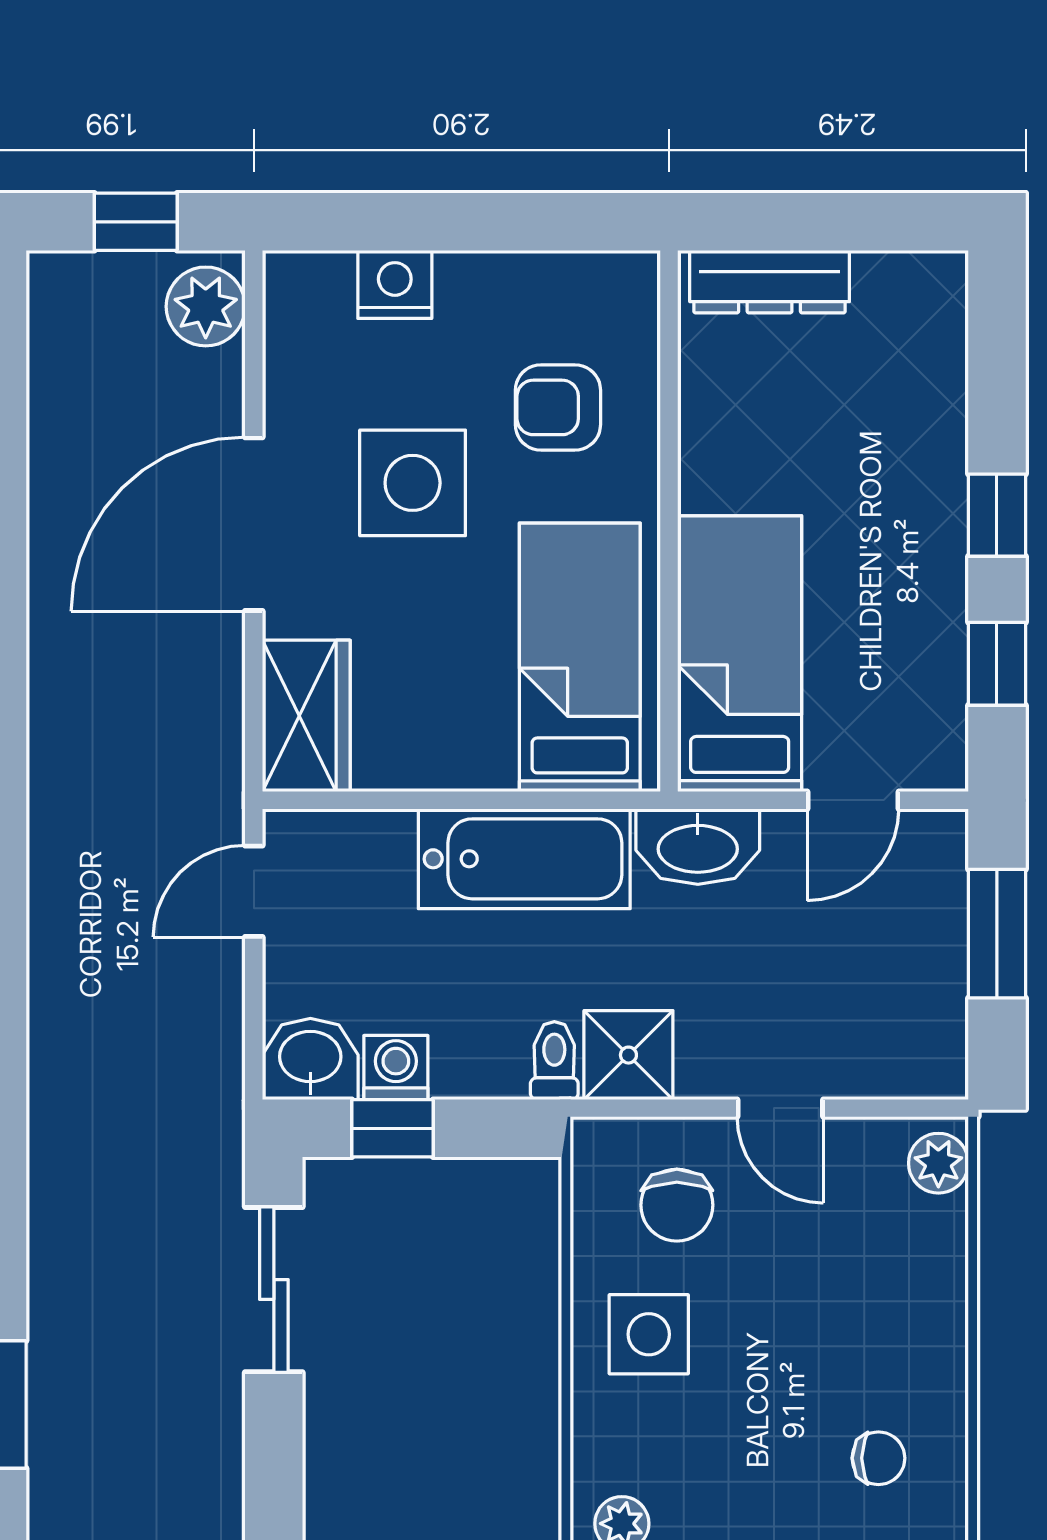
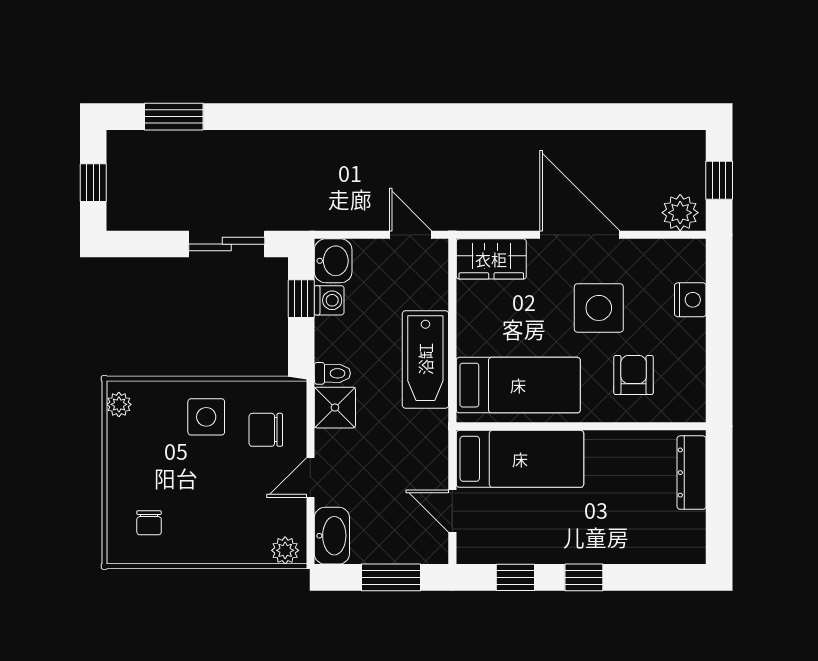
washbasin: (698, 847) -> (332, 536), moved, turned 180

